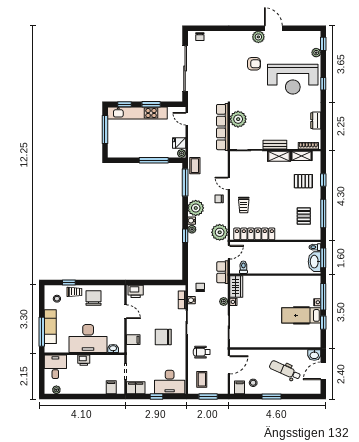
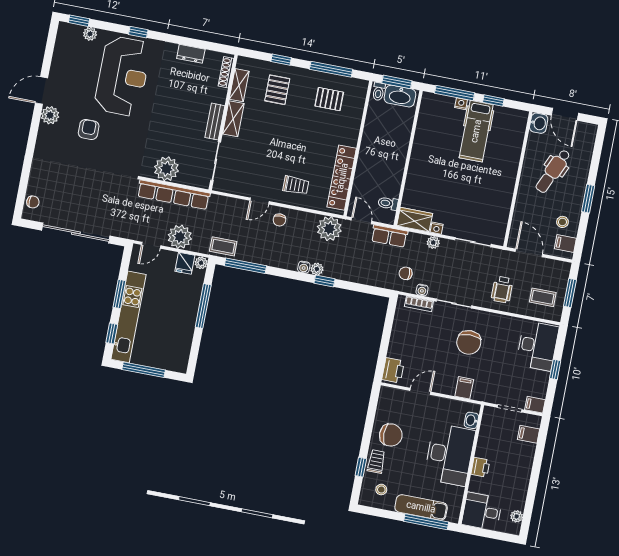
plant: (196, 208) -> (180, 237), moved
chair: (93, 298) -> (391, 435), turned 180
filing cabinet: (136, 388) -> (535, 405), width x0.50

